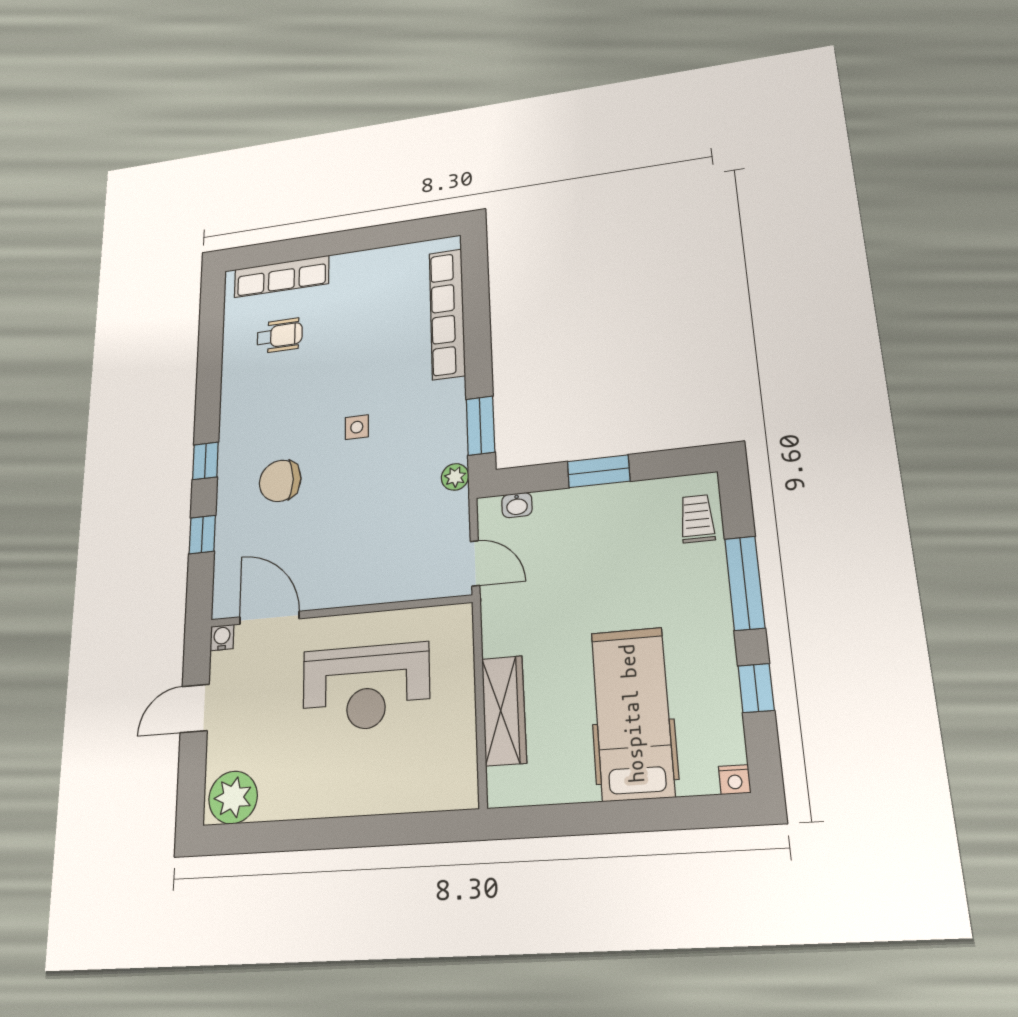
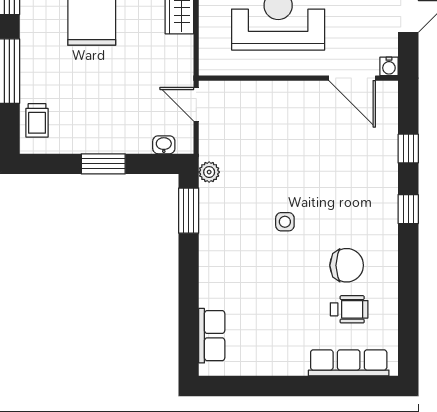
row of seats: (447, 314) -> (212, 336), width x0.50
wheelchair: (280, 336) -> (349, 309), turned 180
chair: (280, 481) -> (347, 265), moved

